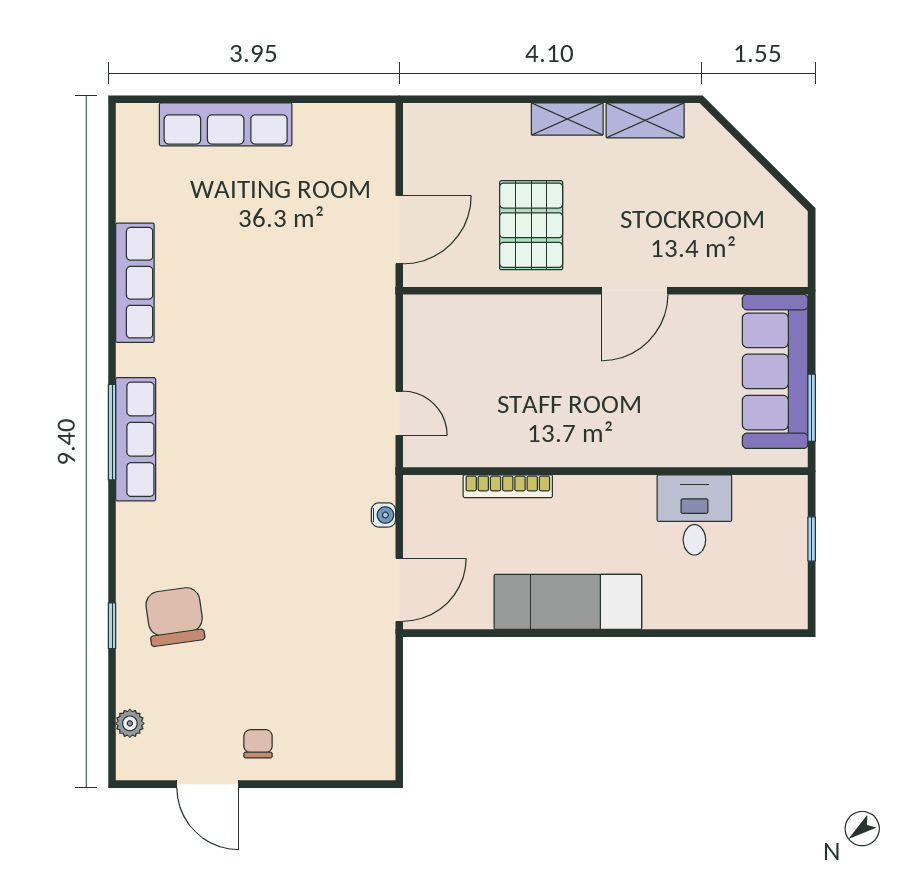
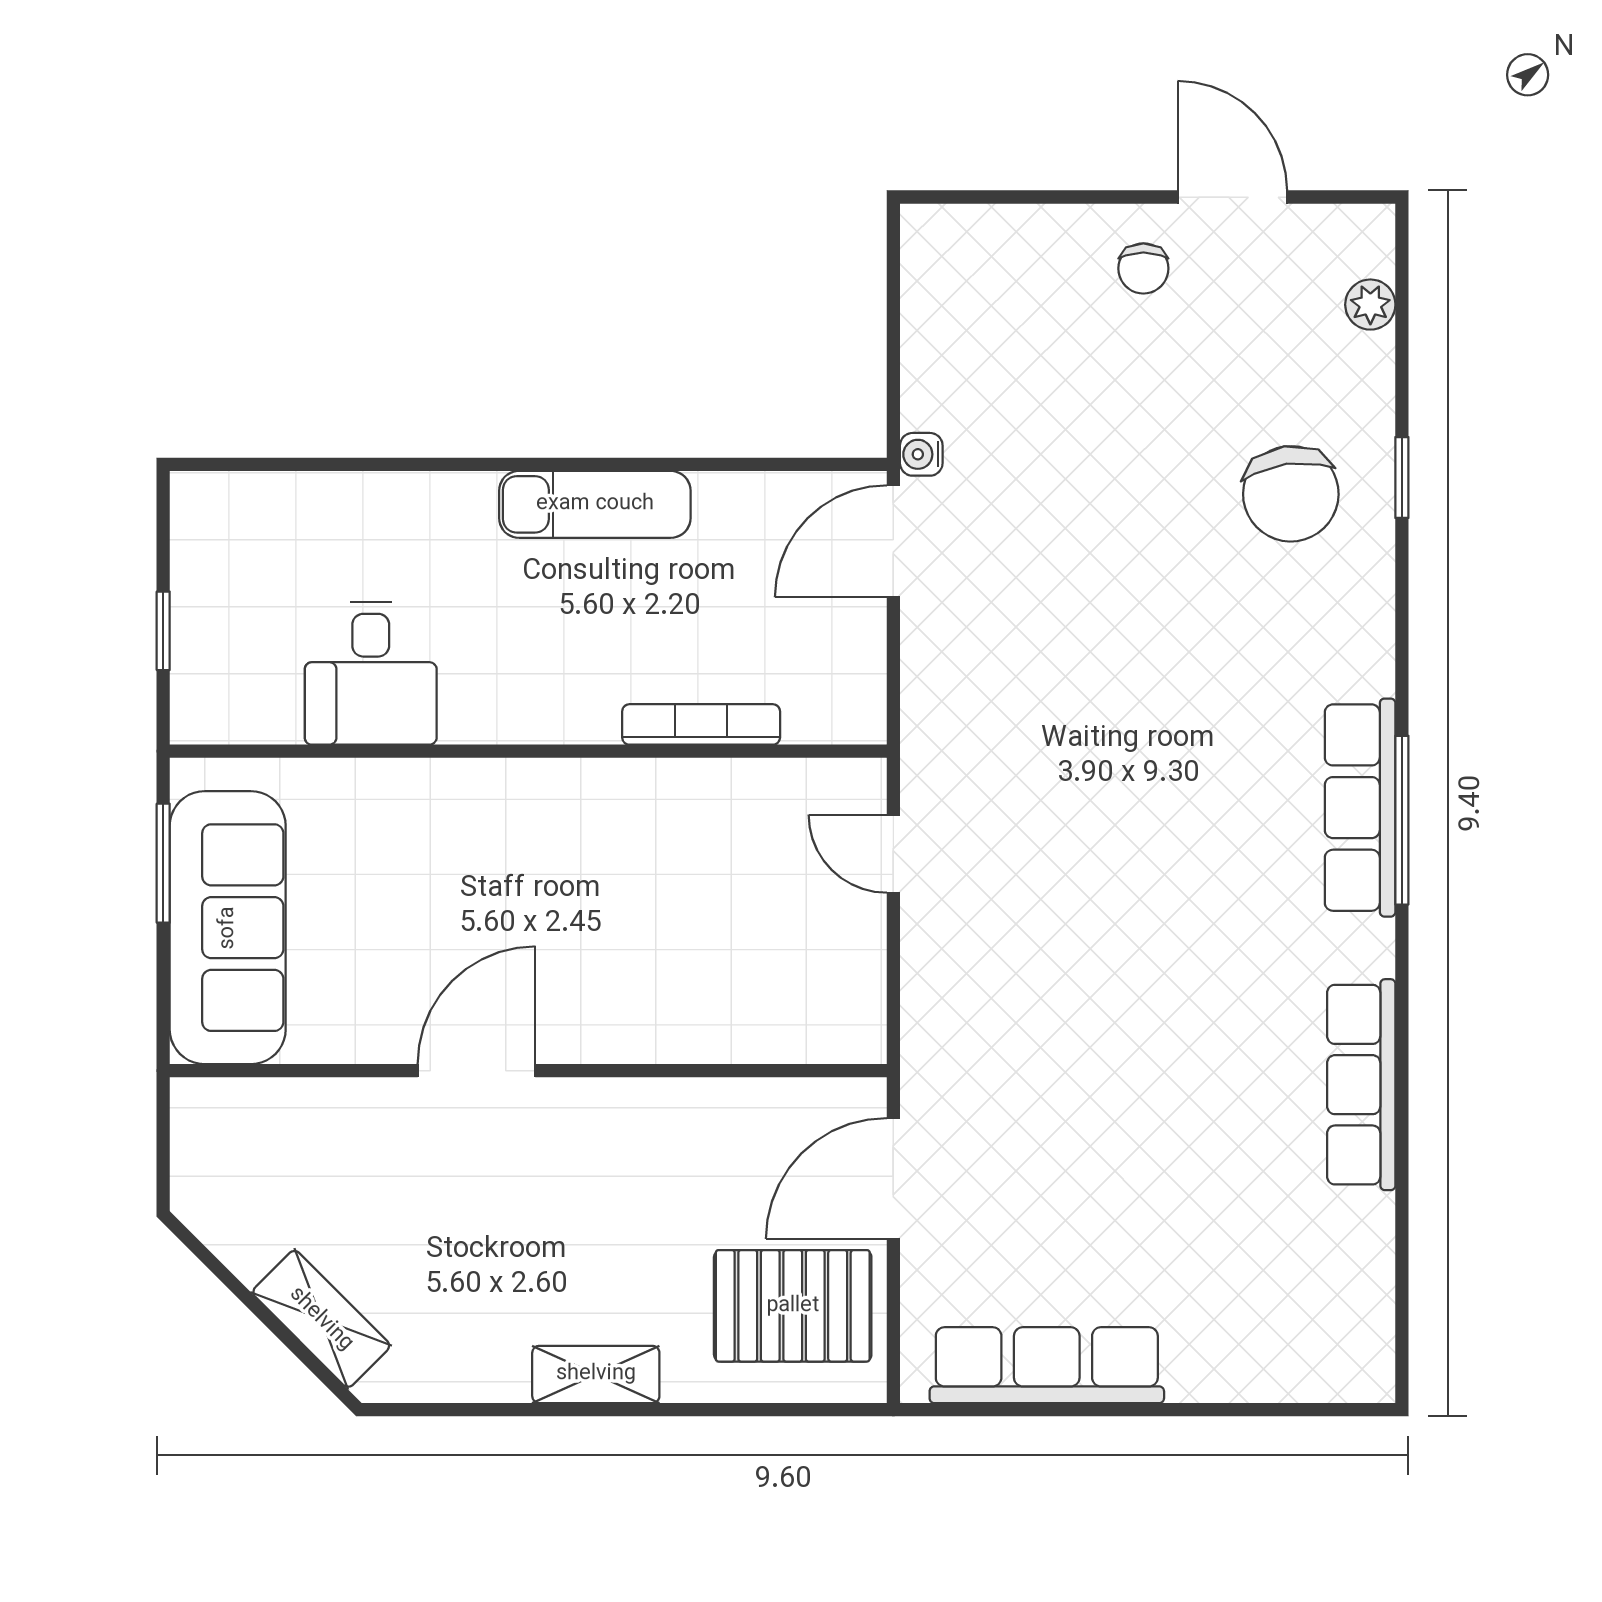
shelving: (645, 120) -> (321, 1319), moved, turned 45
row of seats: (226, 124) -> (1047, 1365), moved
pallet: (531, 225) -> (793, 1306), moved, turned 90
water cooler: (383, 515) -> (921, 454), moved
exam couch: (568, 602) -> (595, 504), width x0.73, depth x0.69

